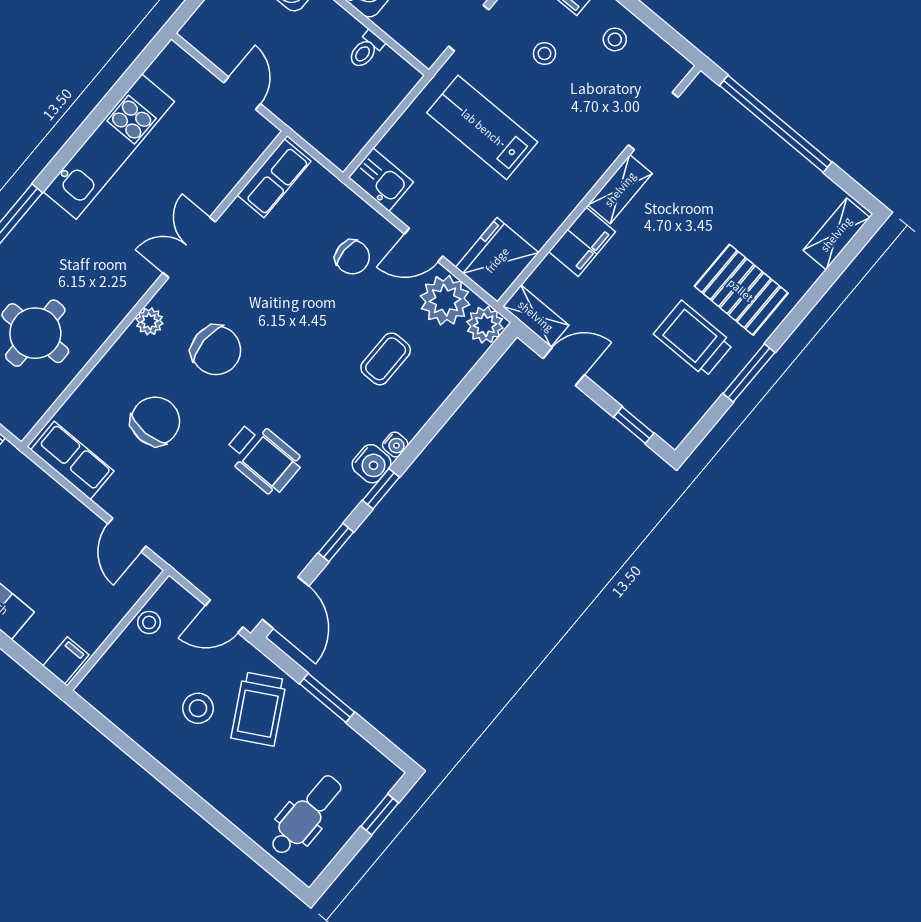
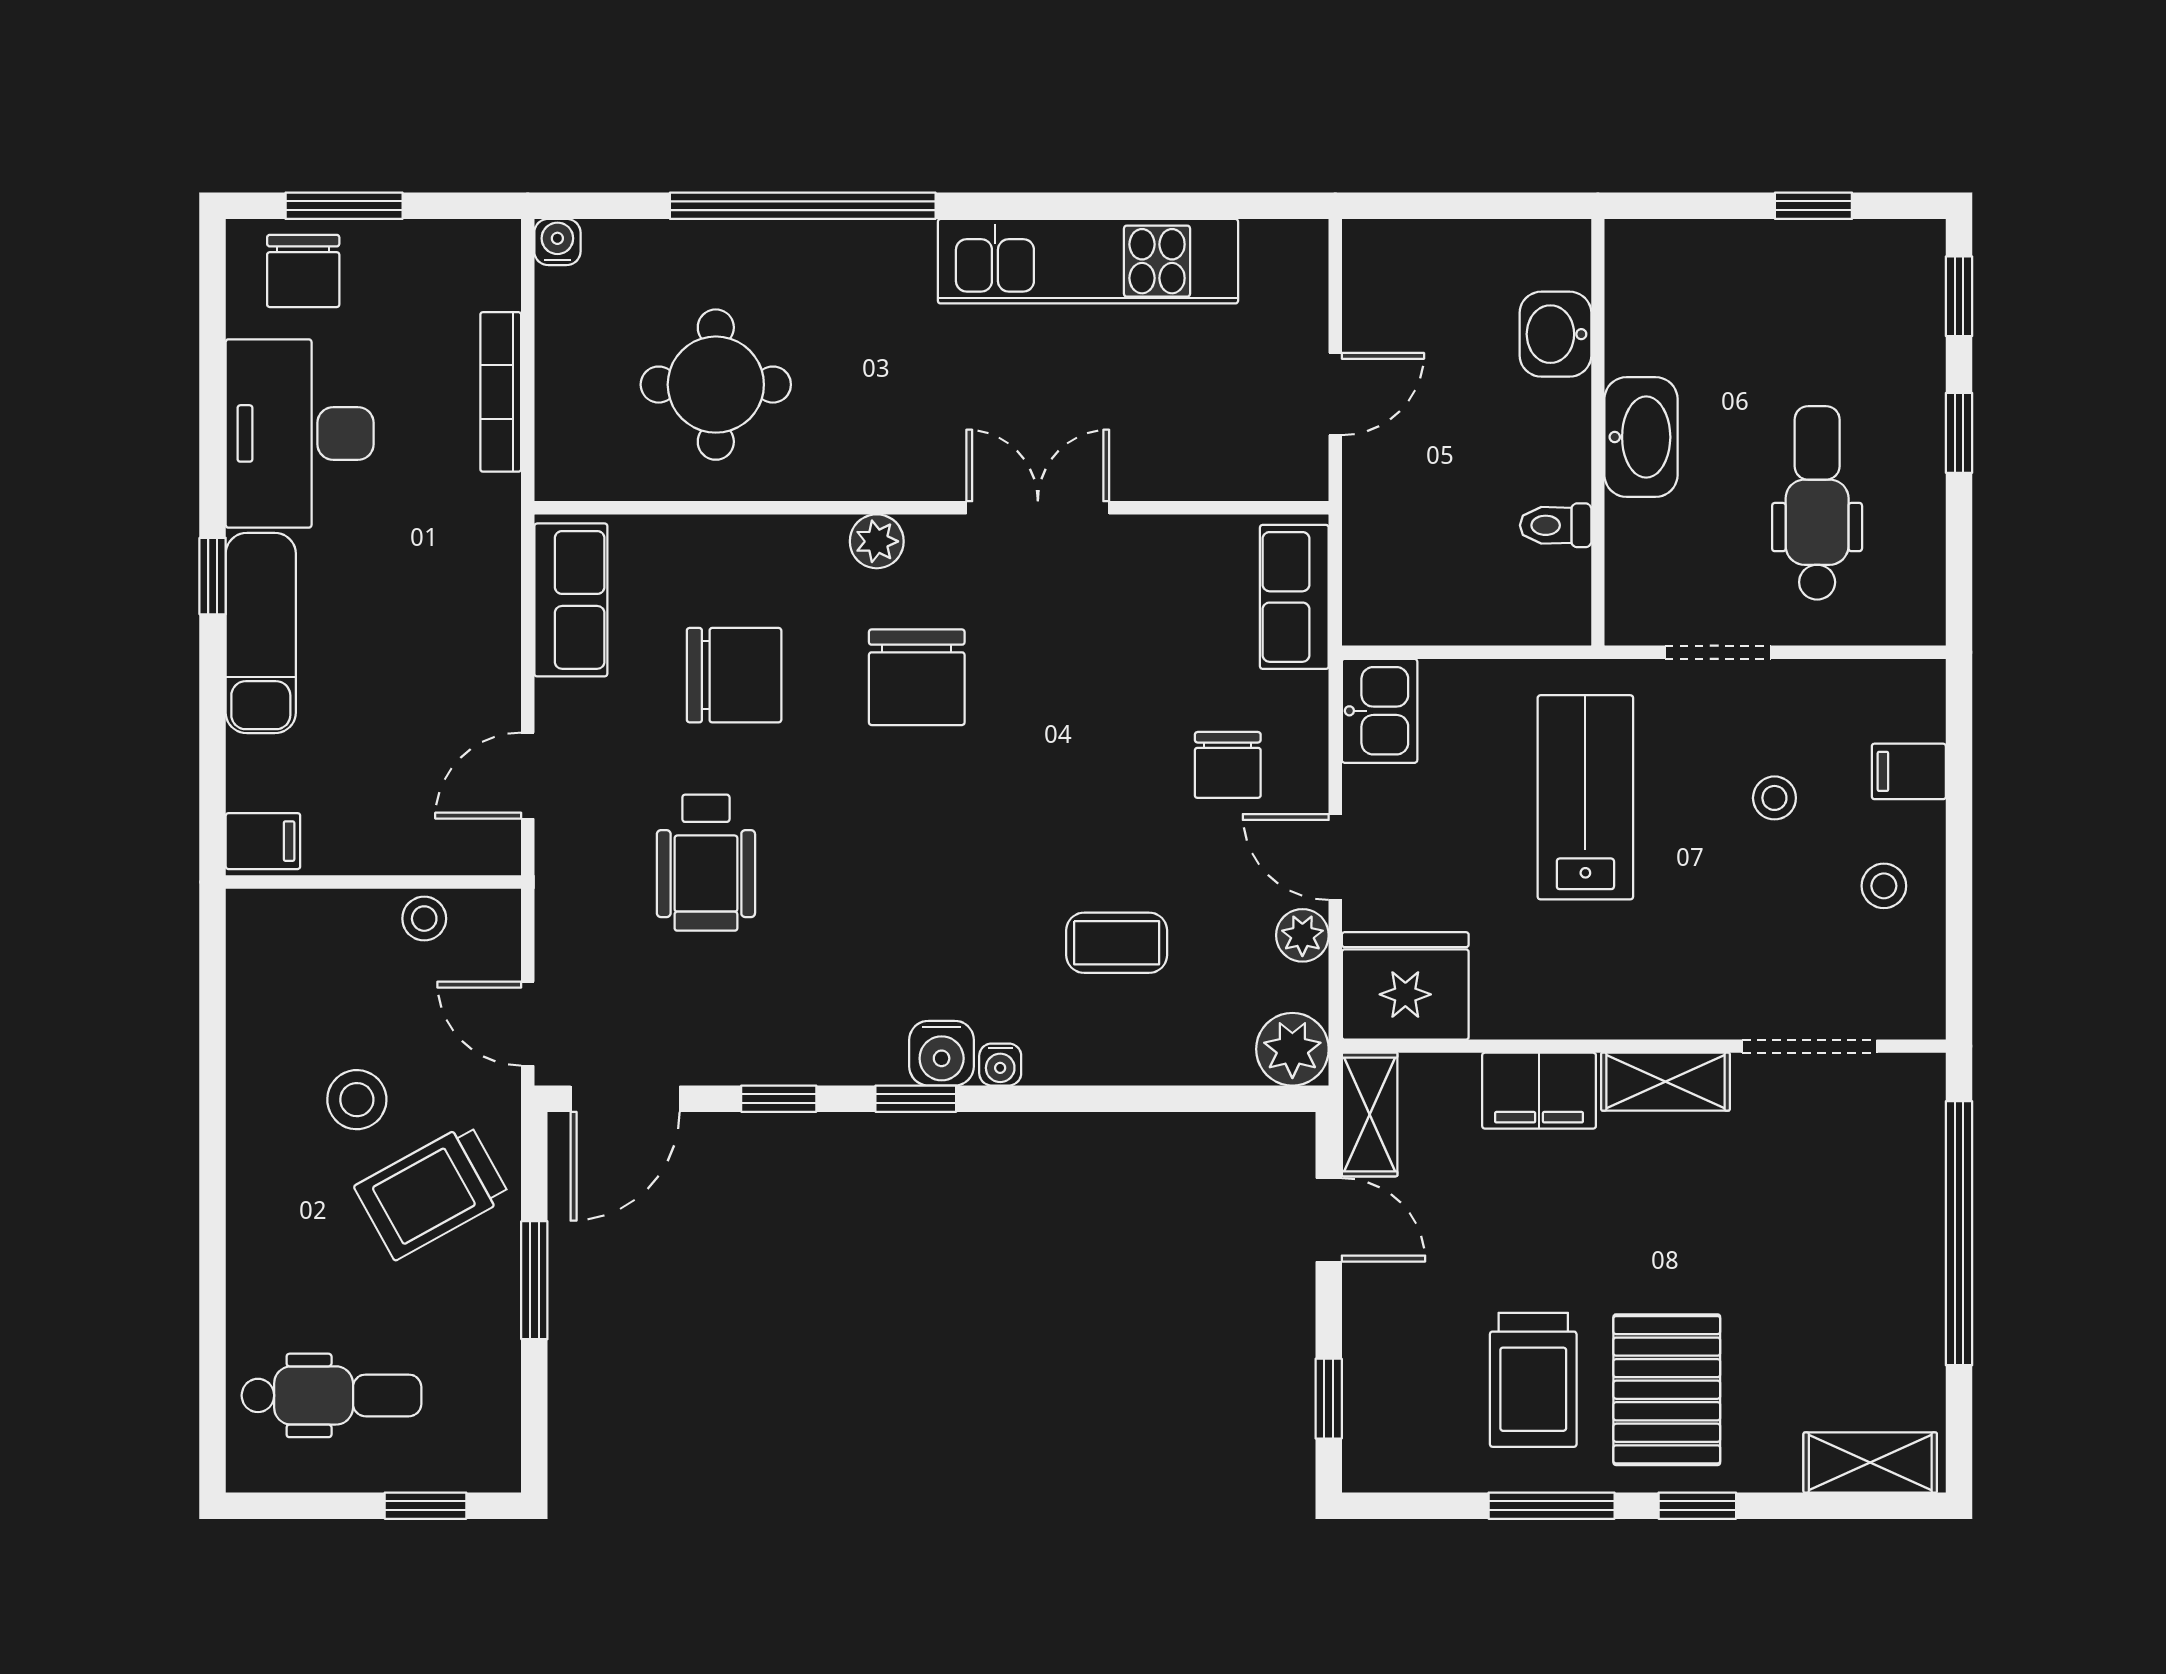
row of seats: (274, 178) -> (1294, 597), moved, turned 90
plant: (445, 300) -> (1302, 935), width x0.53, depth x0.53
window: (797, 316) -> (1697, 1506), added
trolley: (694, 339) -> (1533, 1380), turned 180
wheelchair: (263, 458) -> (706, 863), moved

